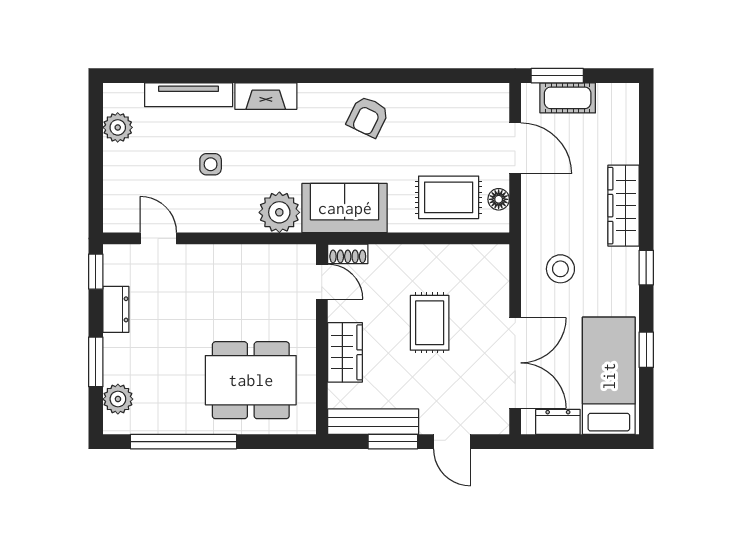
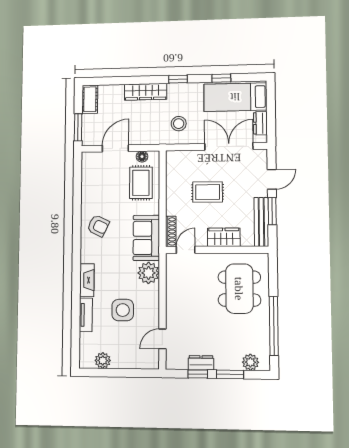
tv unit: (189, 95) -> (86, 315), width x0.71
cot: (568, 98) -> (90, 99), moved
side table: (211, 164) -> (123, 310), width x1.87, depth x1.87
shoe rack: (348, 254) -> (171, 231), width x1.43
window: (96, 272) -> (198, 374), moved

